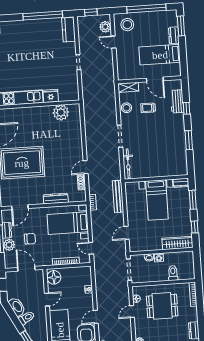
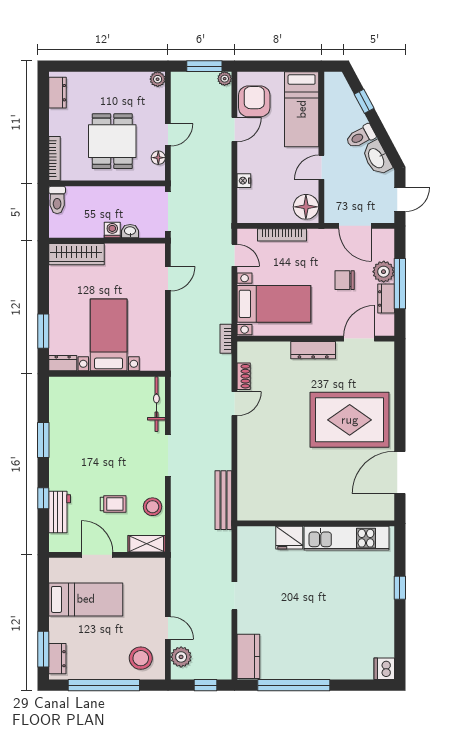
dresser: (174, 35) -> (57, 659), moved
plant: (61, 113) -> (273, 506), removed
bench: (118, 196) -> (223, 500), moved
dresser: (56, 199) -> (313, 350), moved
window: (195, 227) -> (43, 281), removed
toilet: (173, 273) -> (57, 200), moved
dining table: (162, 306) -> (112, 141), turned 90

